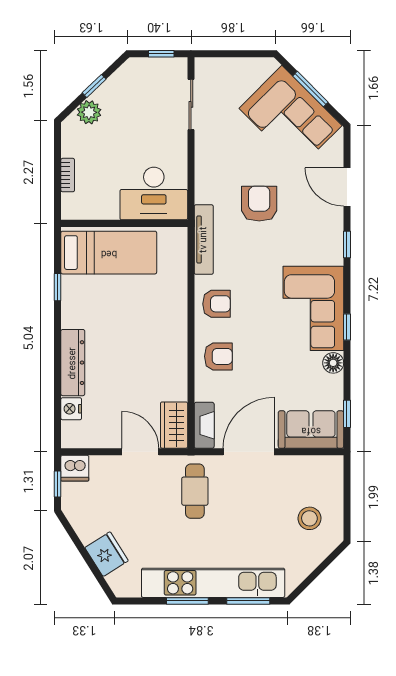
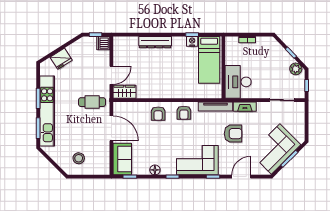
plant: (89, 112) -> (296, 69), moved
corner sofa: (313, 308) -> (197, 160), moved
nightstand: (71, 409) -> (192, 41), moved
fireplace: (204, 425) -> (245, 107), moved

